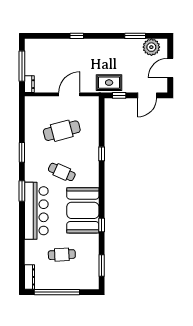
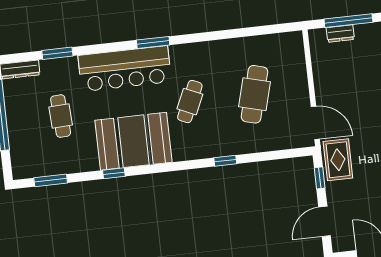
dresser: (29, 84) -> (340, 33), moved
door: (69, 94) -> (315, 123), moved
door: (147, 95) -> (325, 221), hinge flipped
cafe table: (62, 131) -> (254, 94), turned 30
window: (22, 152) -> (57, 53), moved

